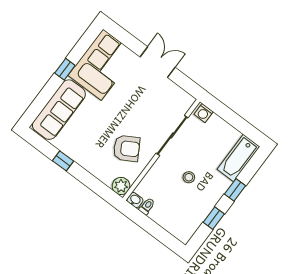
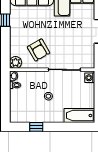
window: (235, 190) -> (61, 127), removed

